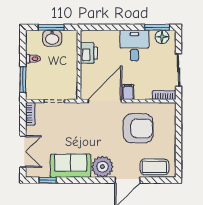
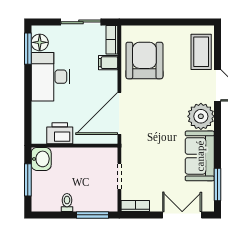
washbasin: (52, 38) -> (41, 159), moved
desk: (134, 45) -> (50, 77), width x1.37
filing cabinet: (128, 92) -> (108, 63), moved
door: (105, 101) -> (119, 113), hinge flipped
armchair: (138, 128) -> (144, 61), moved
window: (48, 180) -> (218, 185), width x1.50

